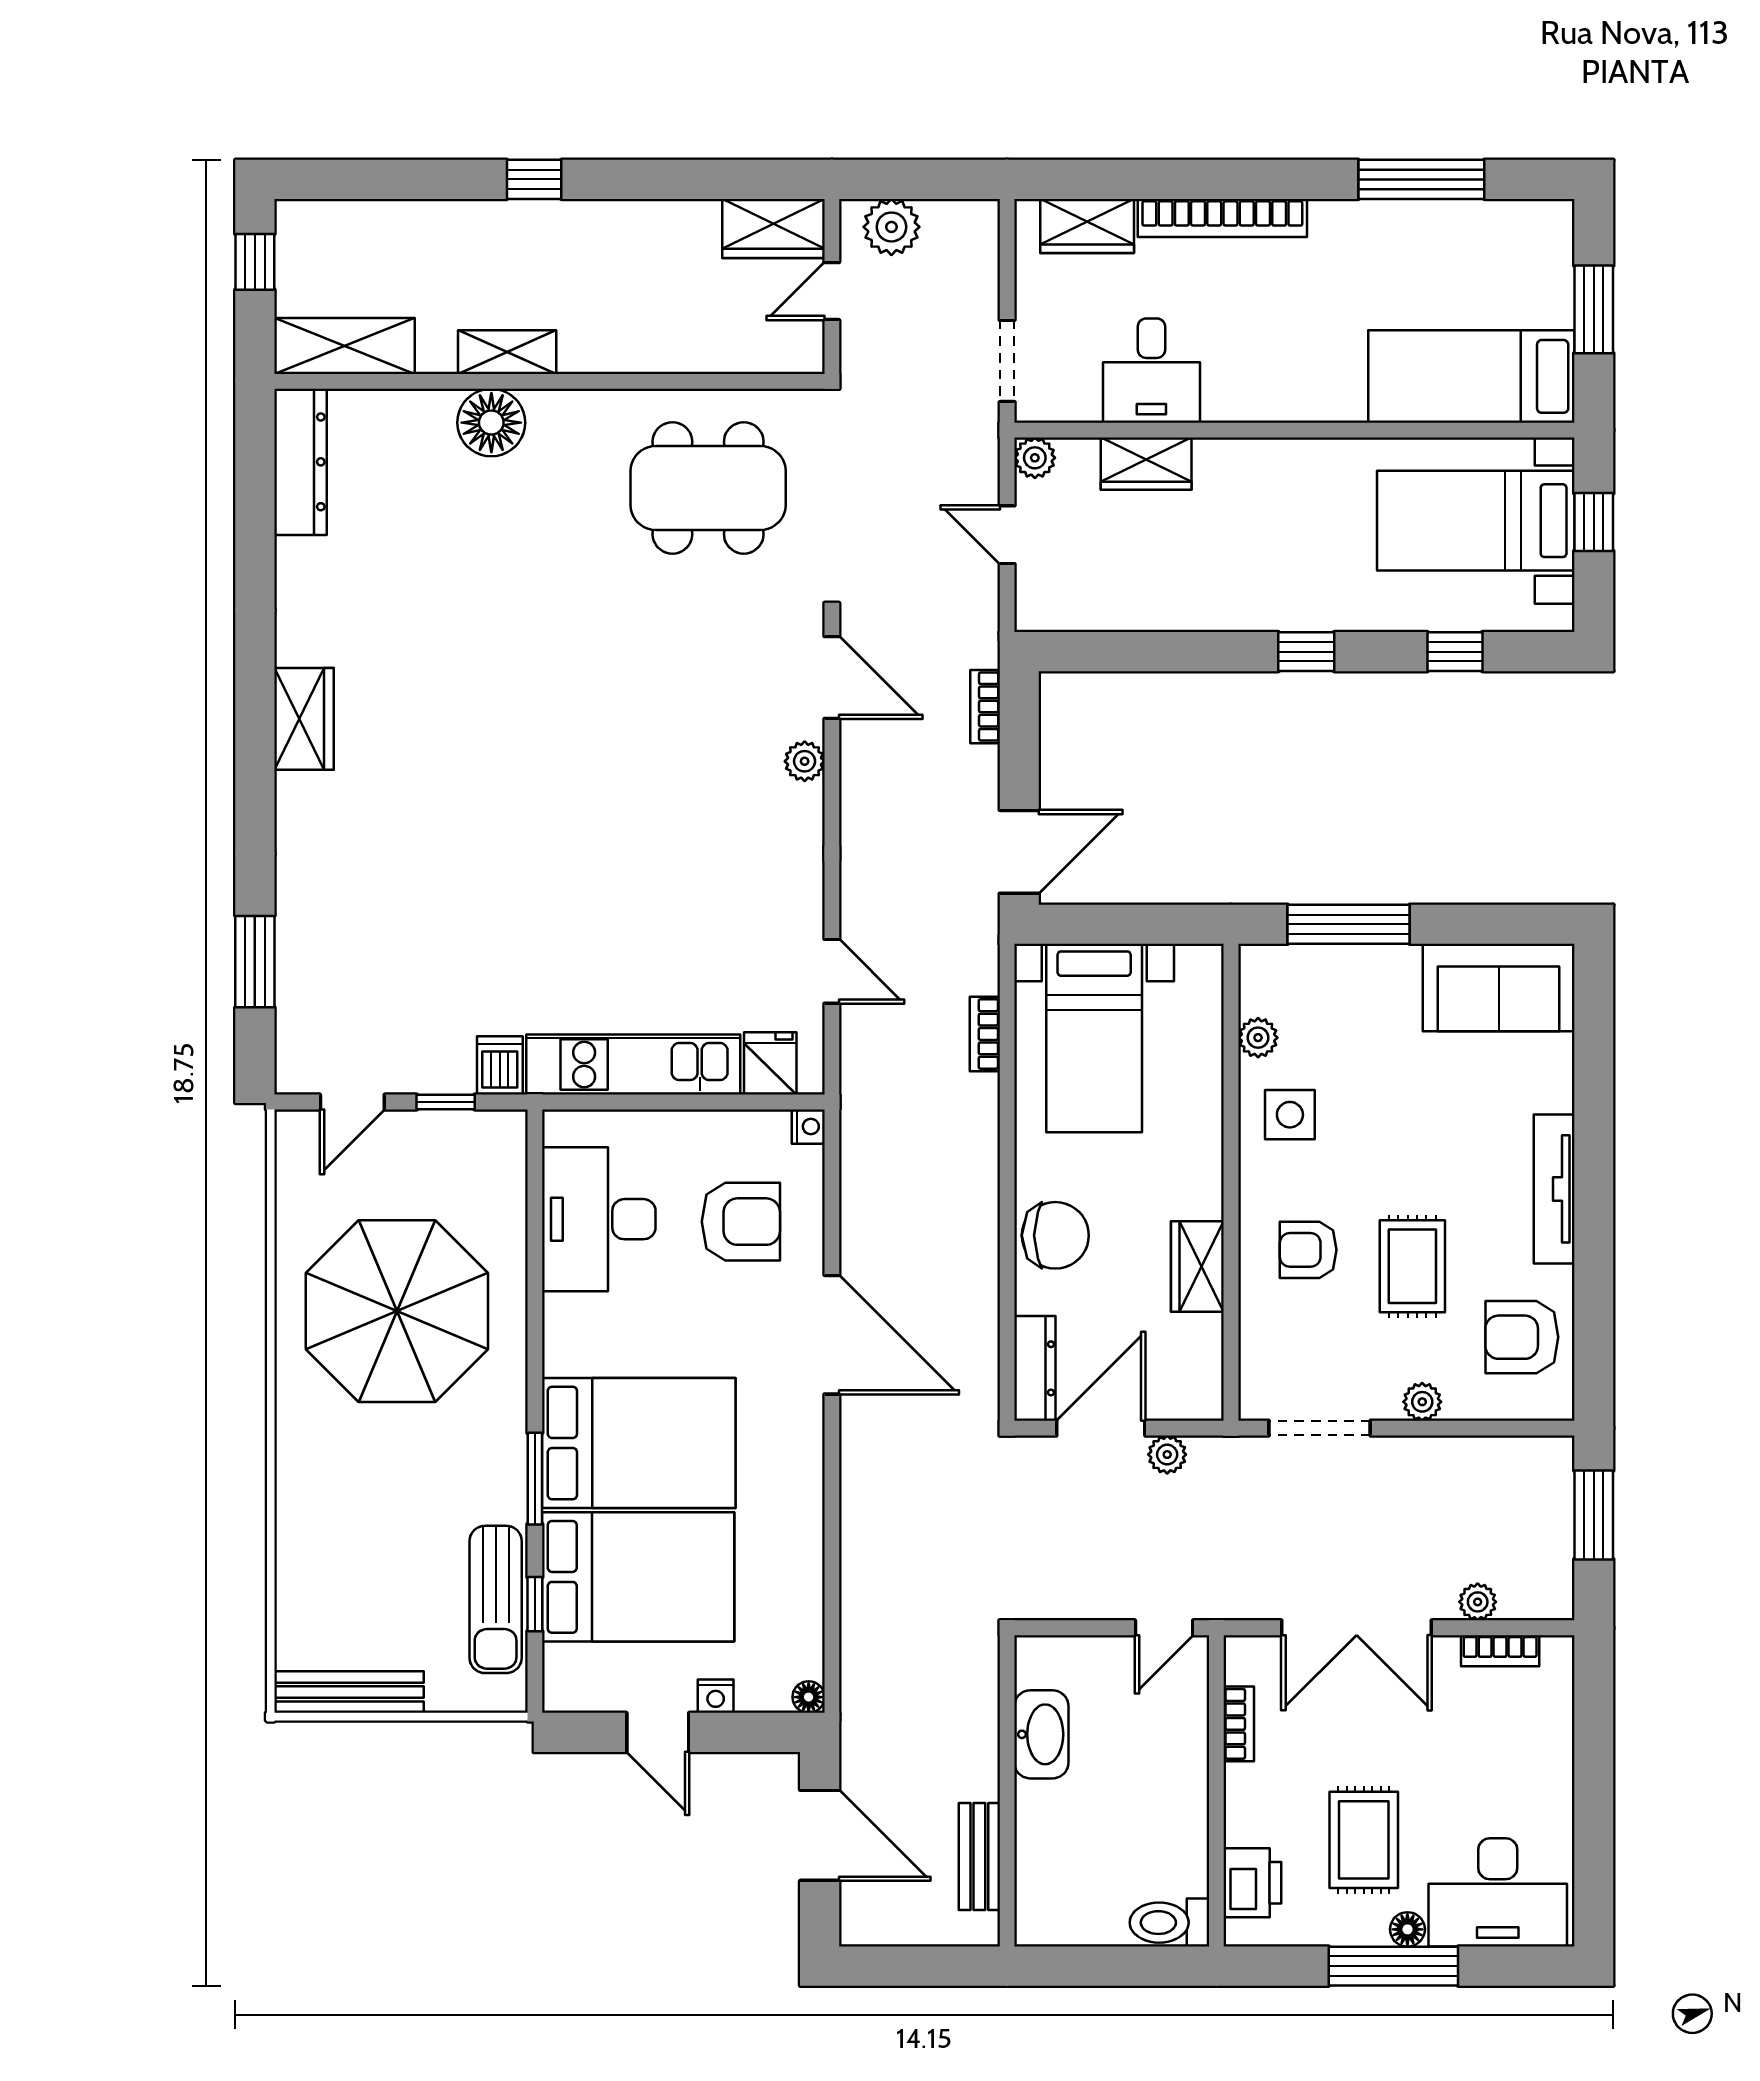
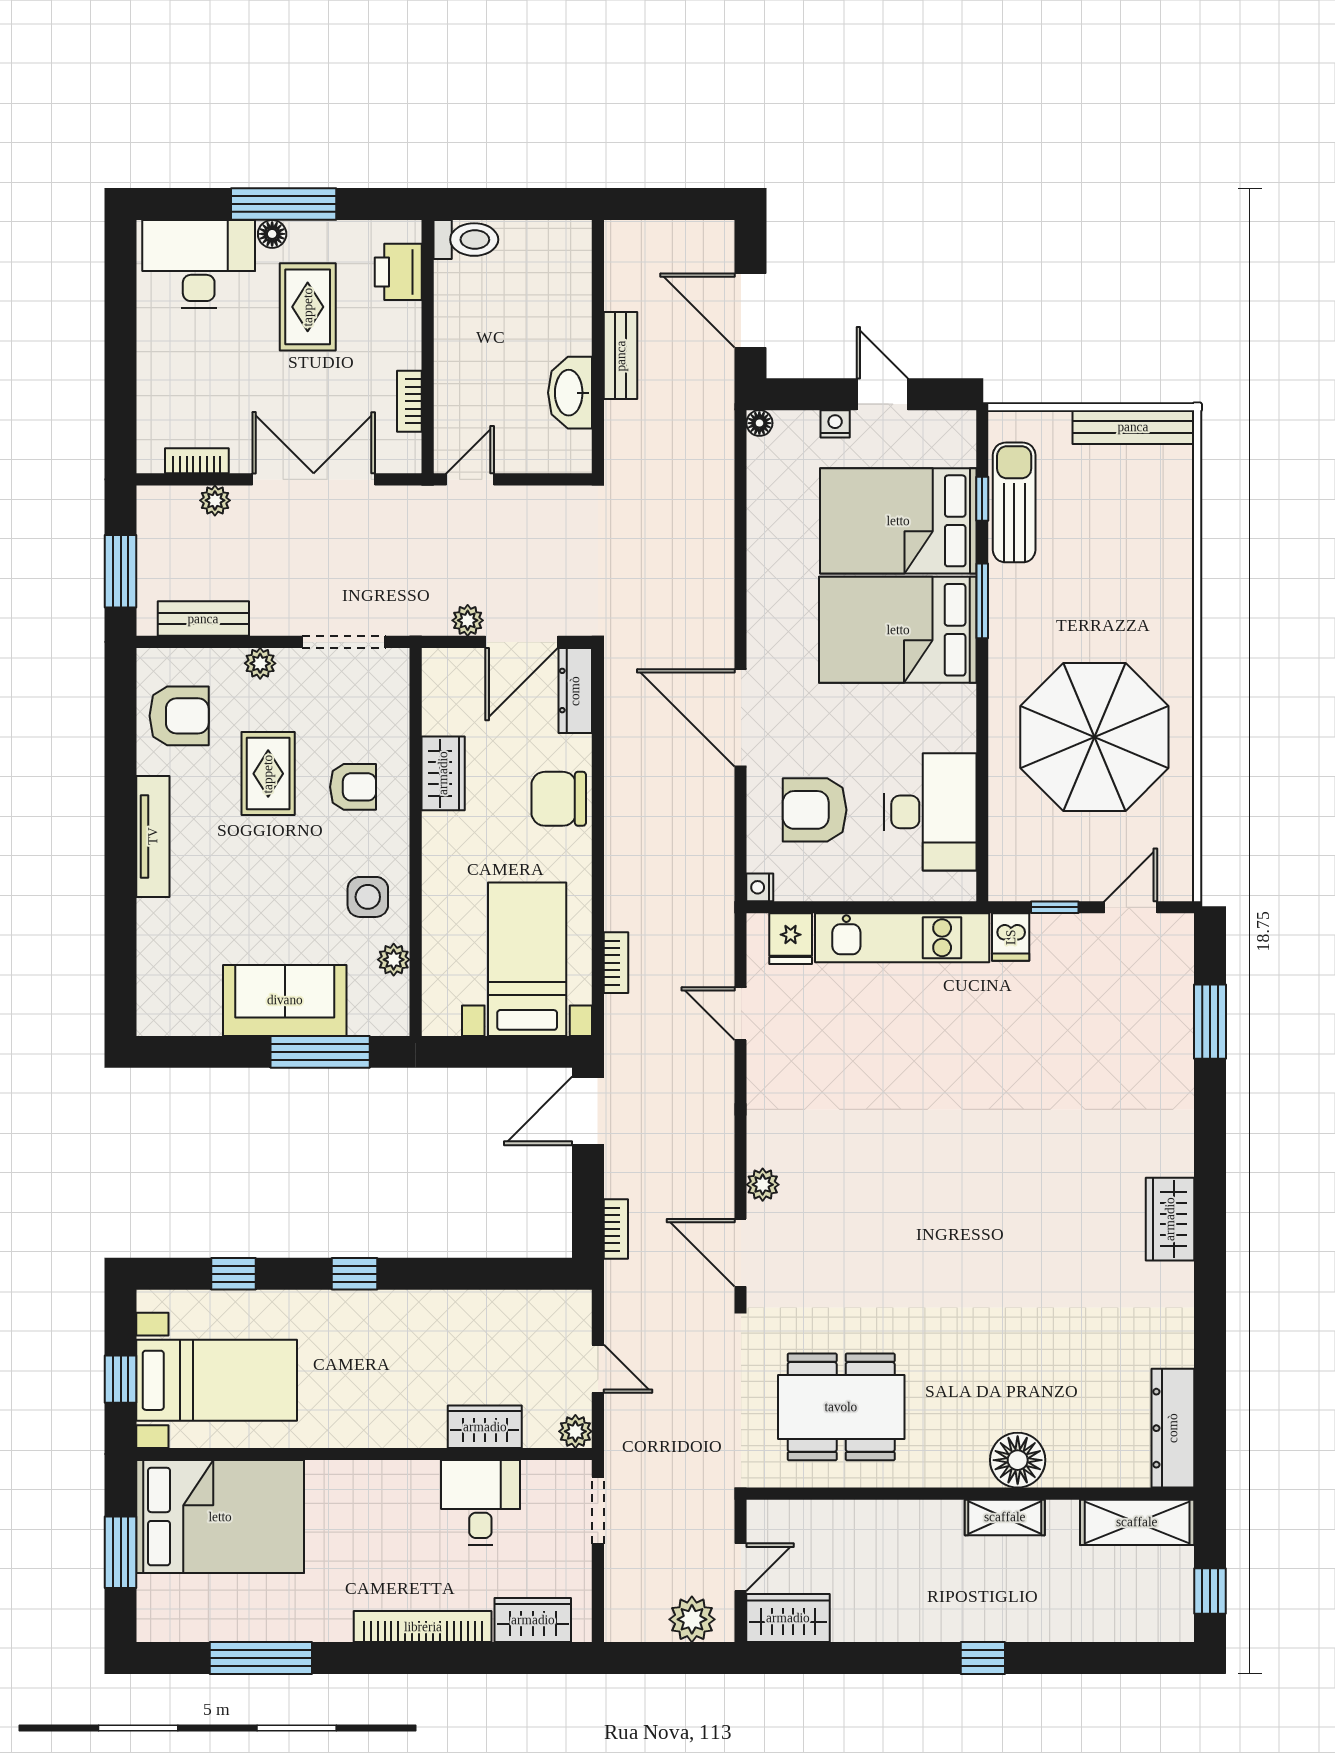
bed: (1471, 376) -> (220, 1517), width x1.50
sofa: (1499, 988) -> (285, 1000), moved
bench: (1492, 1457) -> (203, 619), added
bench: (979, 1857) -> (621, 356), moved

